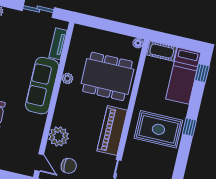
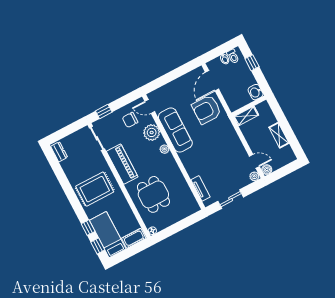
dining table: (107, 76) -> (153, 194), width x0.73
plant: (67, 78) -> (164, 149), moved
sofa: (42, 86) -> (175, 130), moved
window: (189, 127) -> (88, 228), moved

